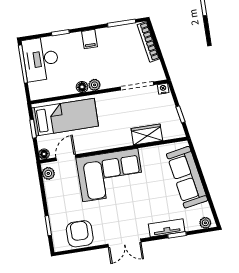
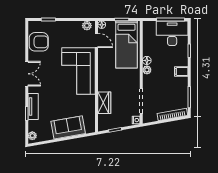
sofa: (187, 177) -> (68, 127), width x0.73
double door: (124, 243) -> (27, 74), swing flipped

